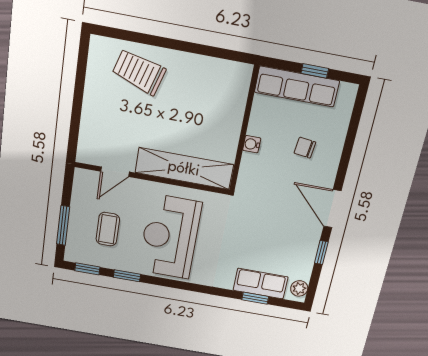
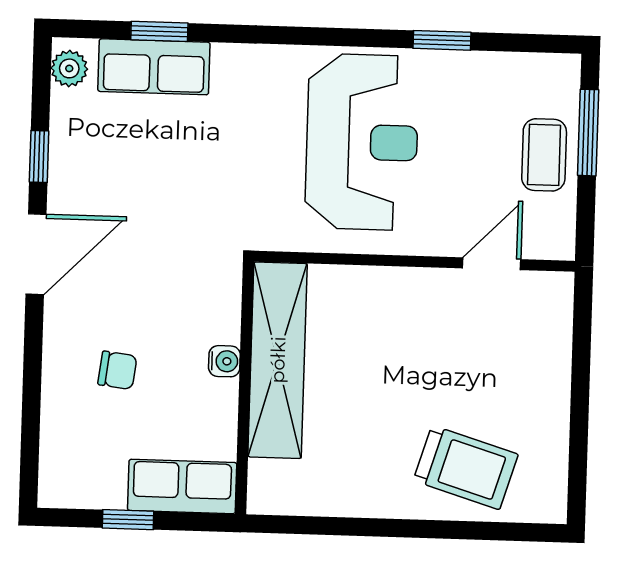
row of seats: (297, 86) -> (182, 487), width x0.68
shelving: (184, 169) -> (278, 360), moved, turned 90
door: (332, 209) -> (36, 254), hinge flipped
coffee table: (108, 229) -> (544, 155), moved
window: (87, 269) -> (529, 43), removed

